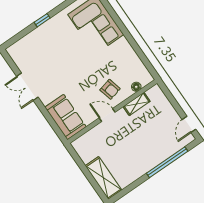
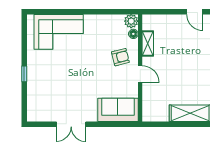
plant: (145, 78) -> (131, 21), added
door: (107, 115) -> (140, 74), swing flipped

